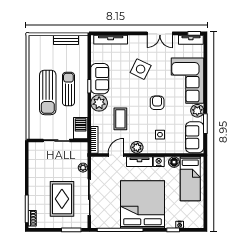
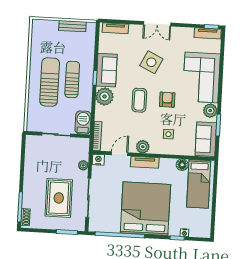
double door: (160, 33) -> (157, 24), moved
tv unit: (111, 40) -> (115, 28), width x0.71
sun lounger: (48, 92) -> (50, 82), turned 180
coffee table: (120, 119) -> (139, 100), moved
nightstand: (159, 162) -> (98, 160), moved

